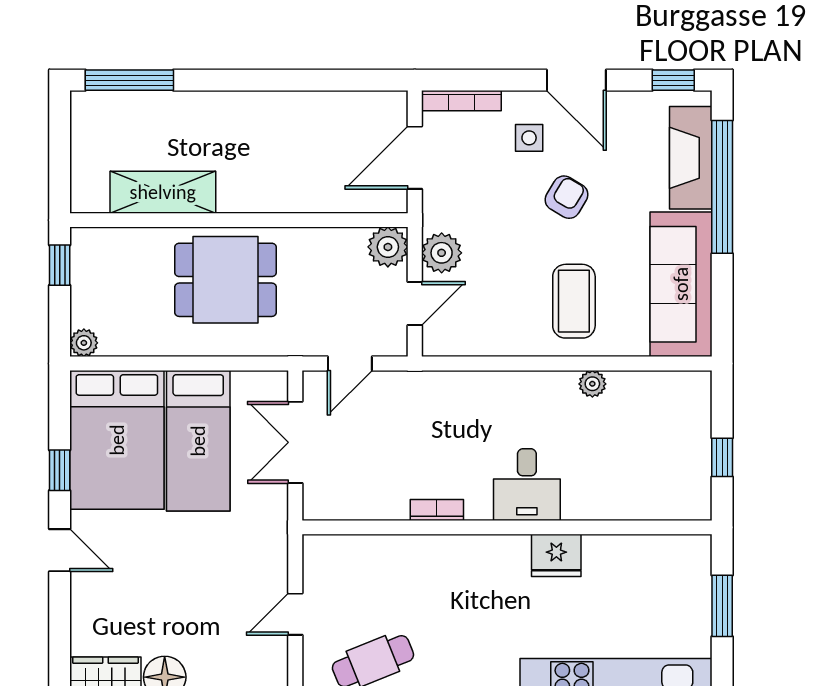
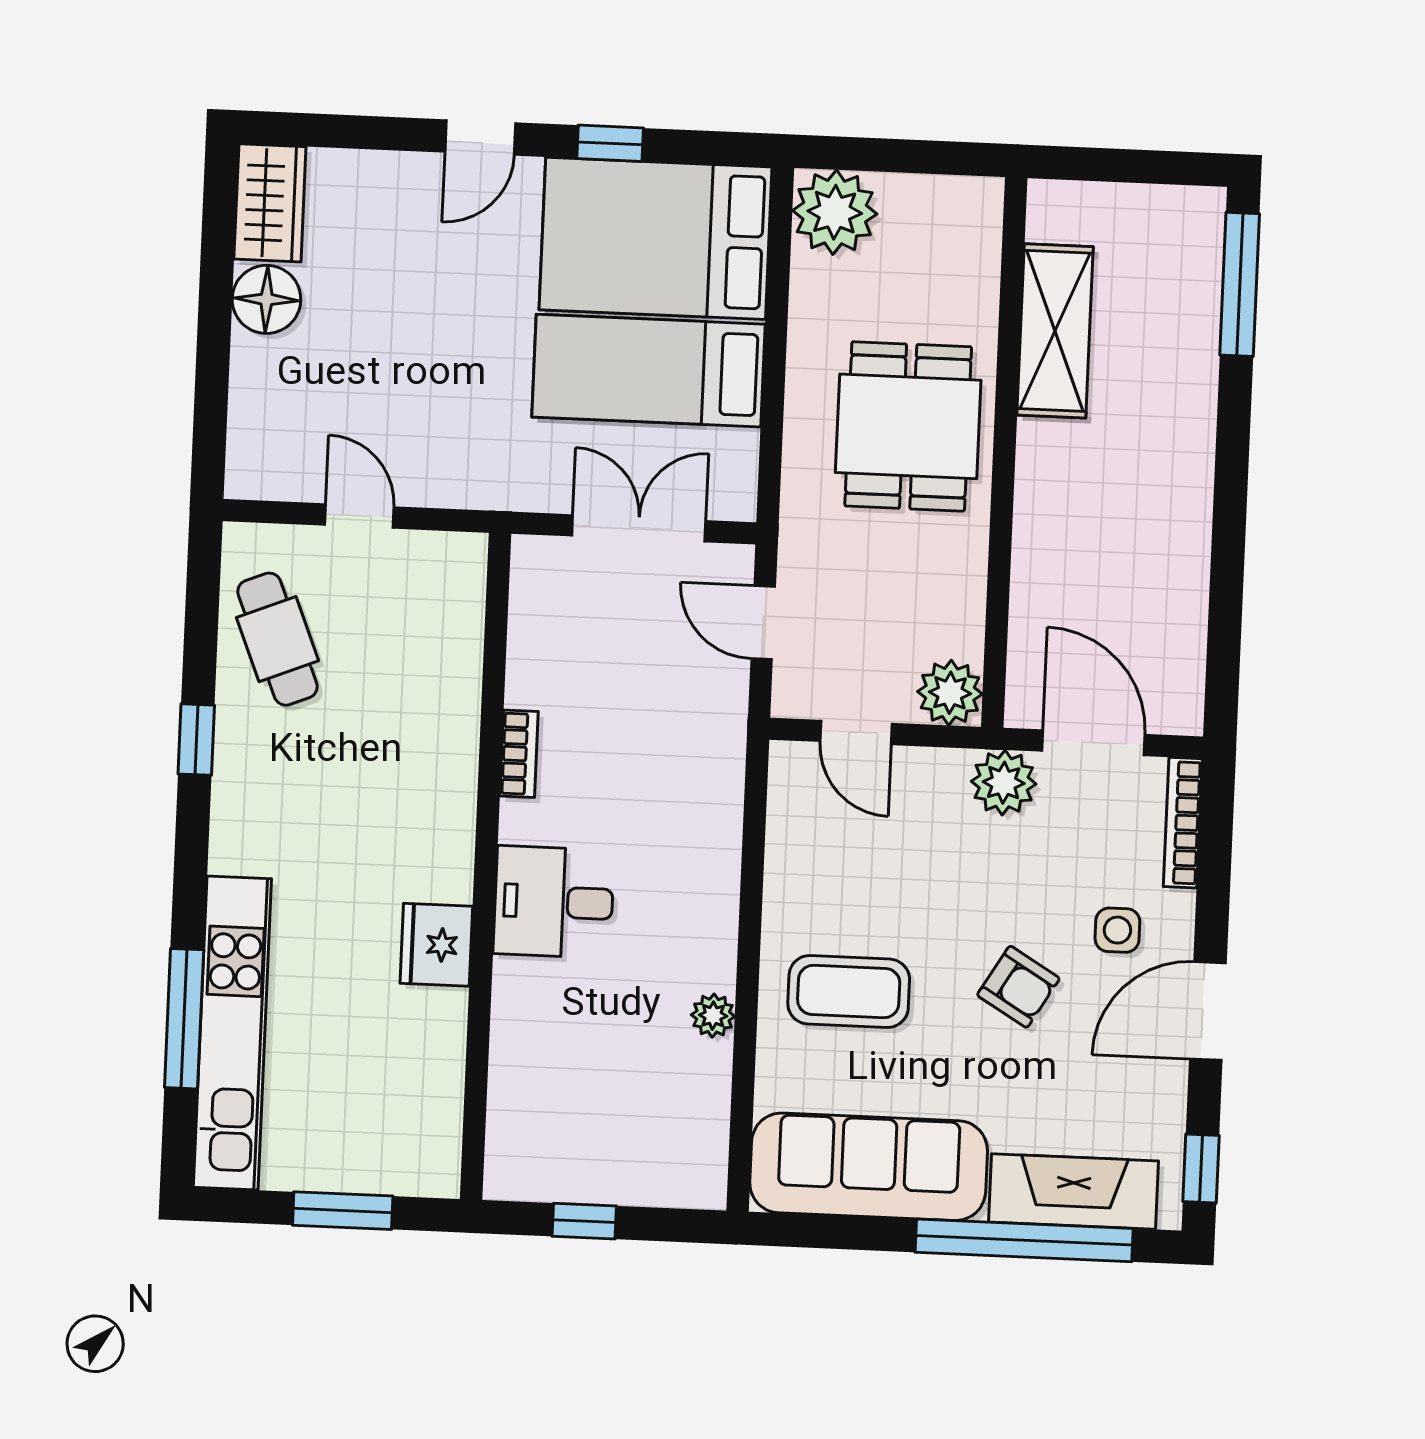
plant: (442, 253) -> (1004, 783), moved
window: (60, 265) -> (944, 158), removed
plant: (84, 343) -> (835, 212), width x1.88, depth x1.88

